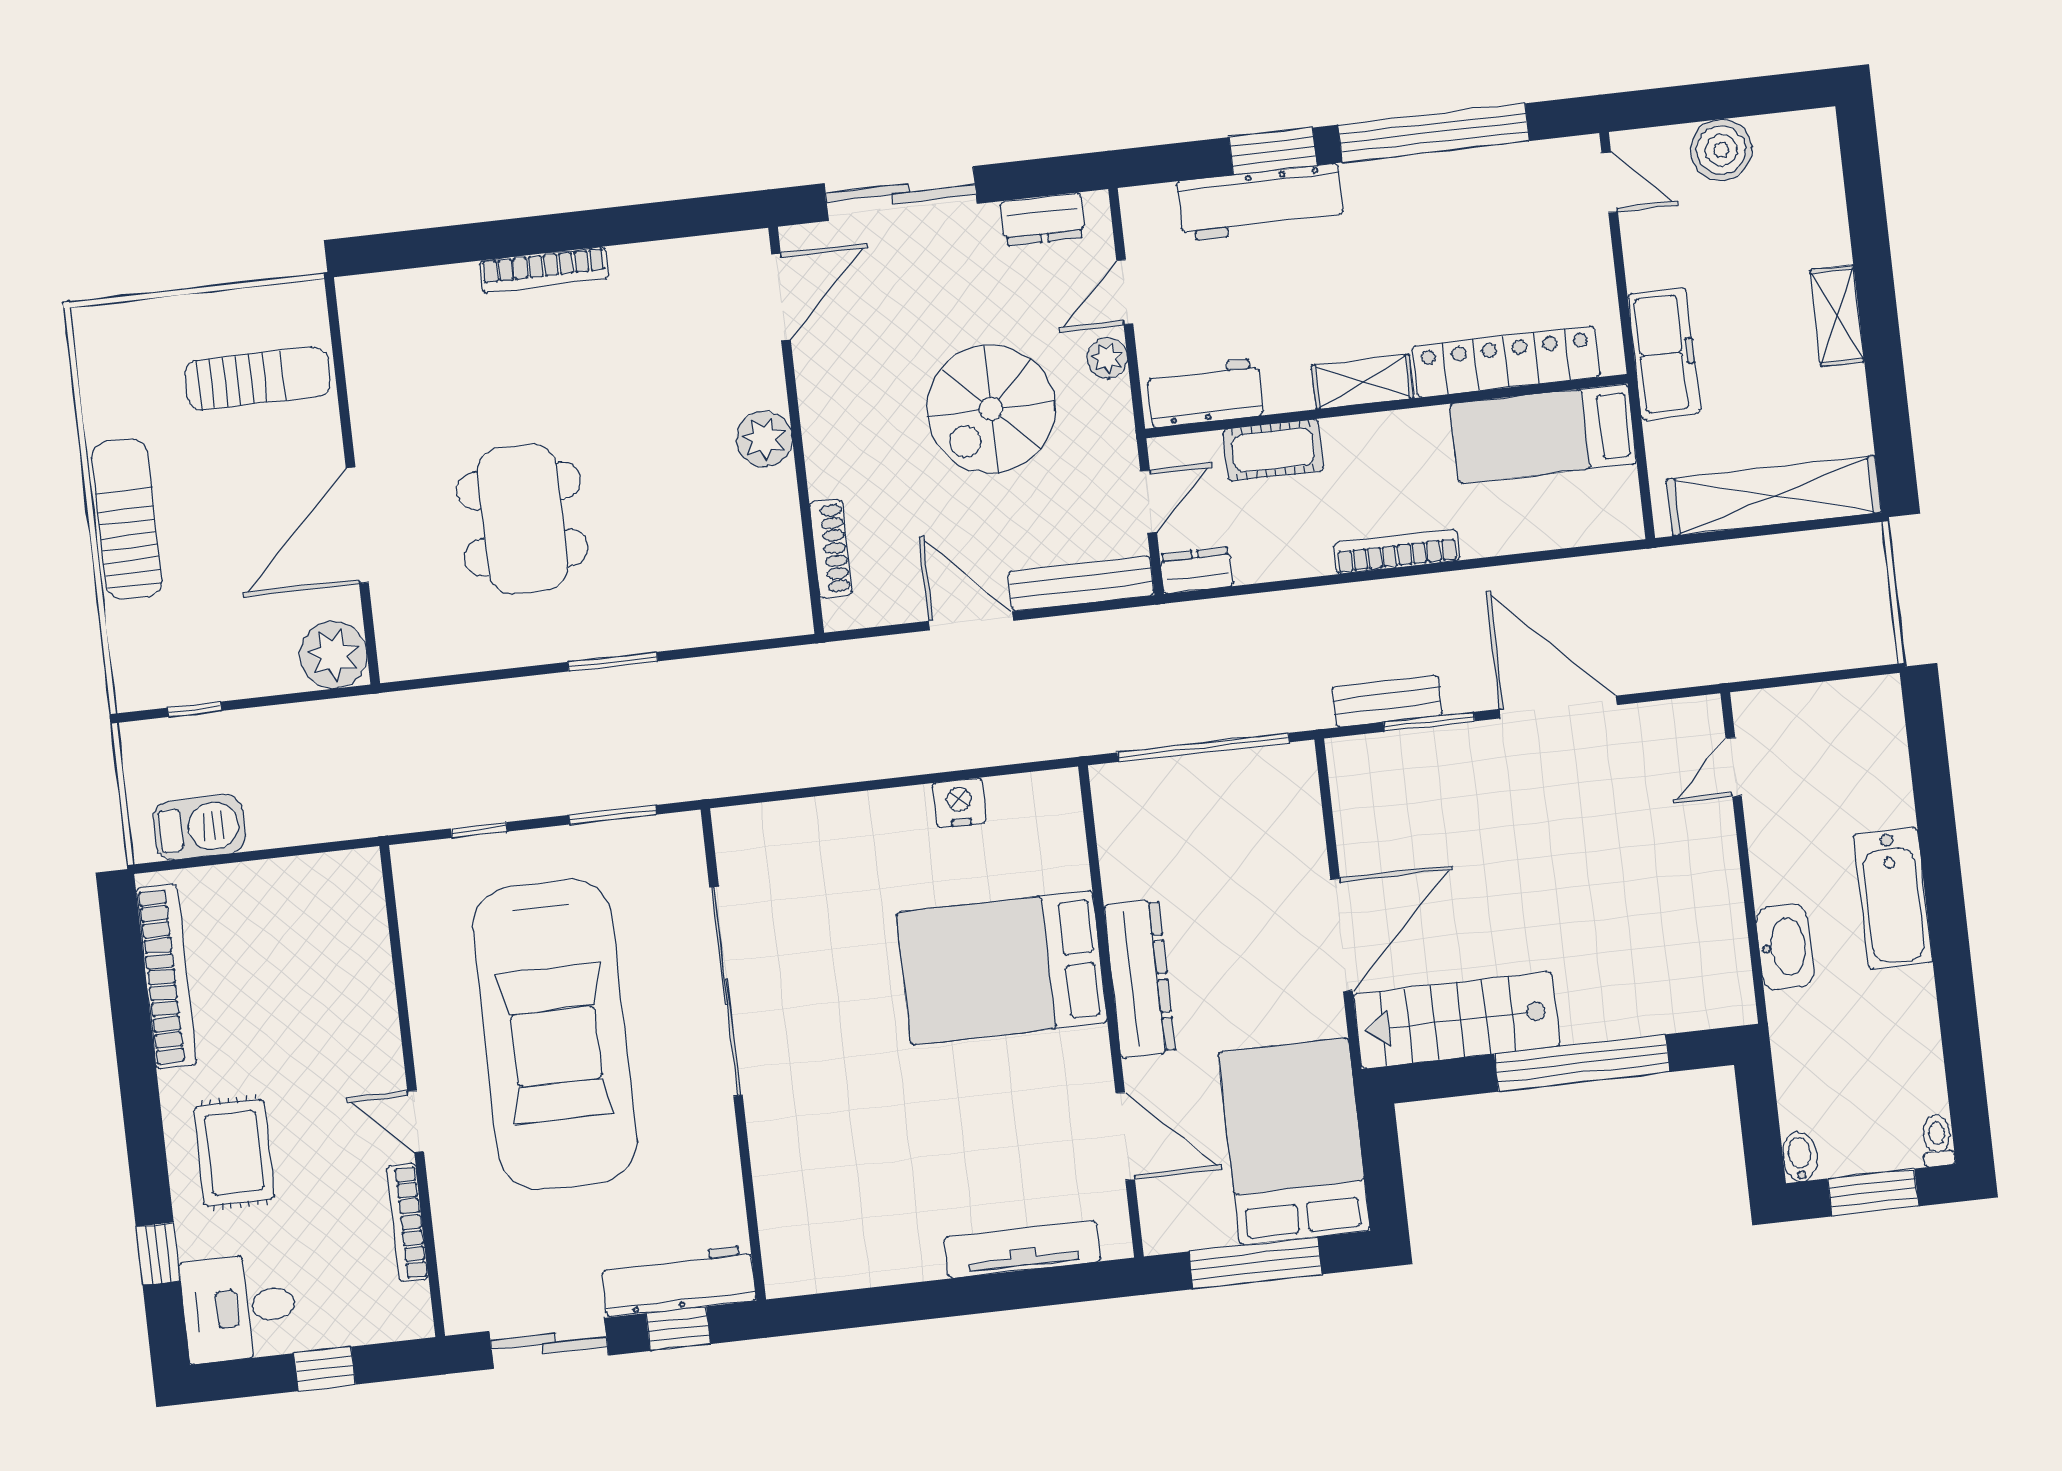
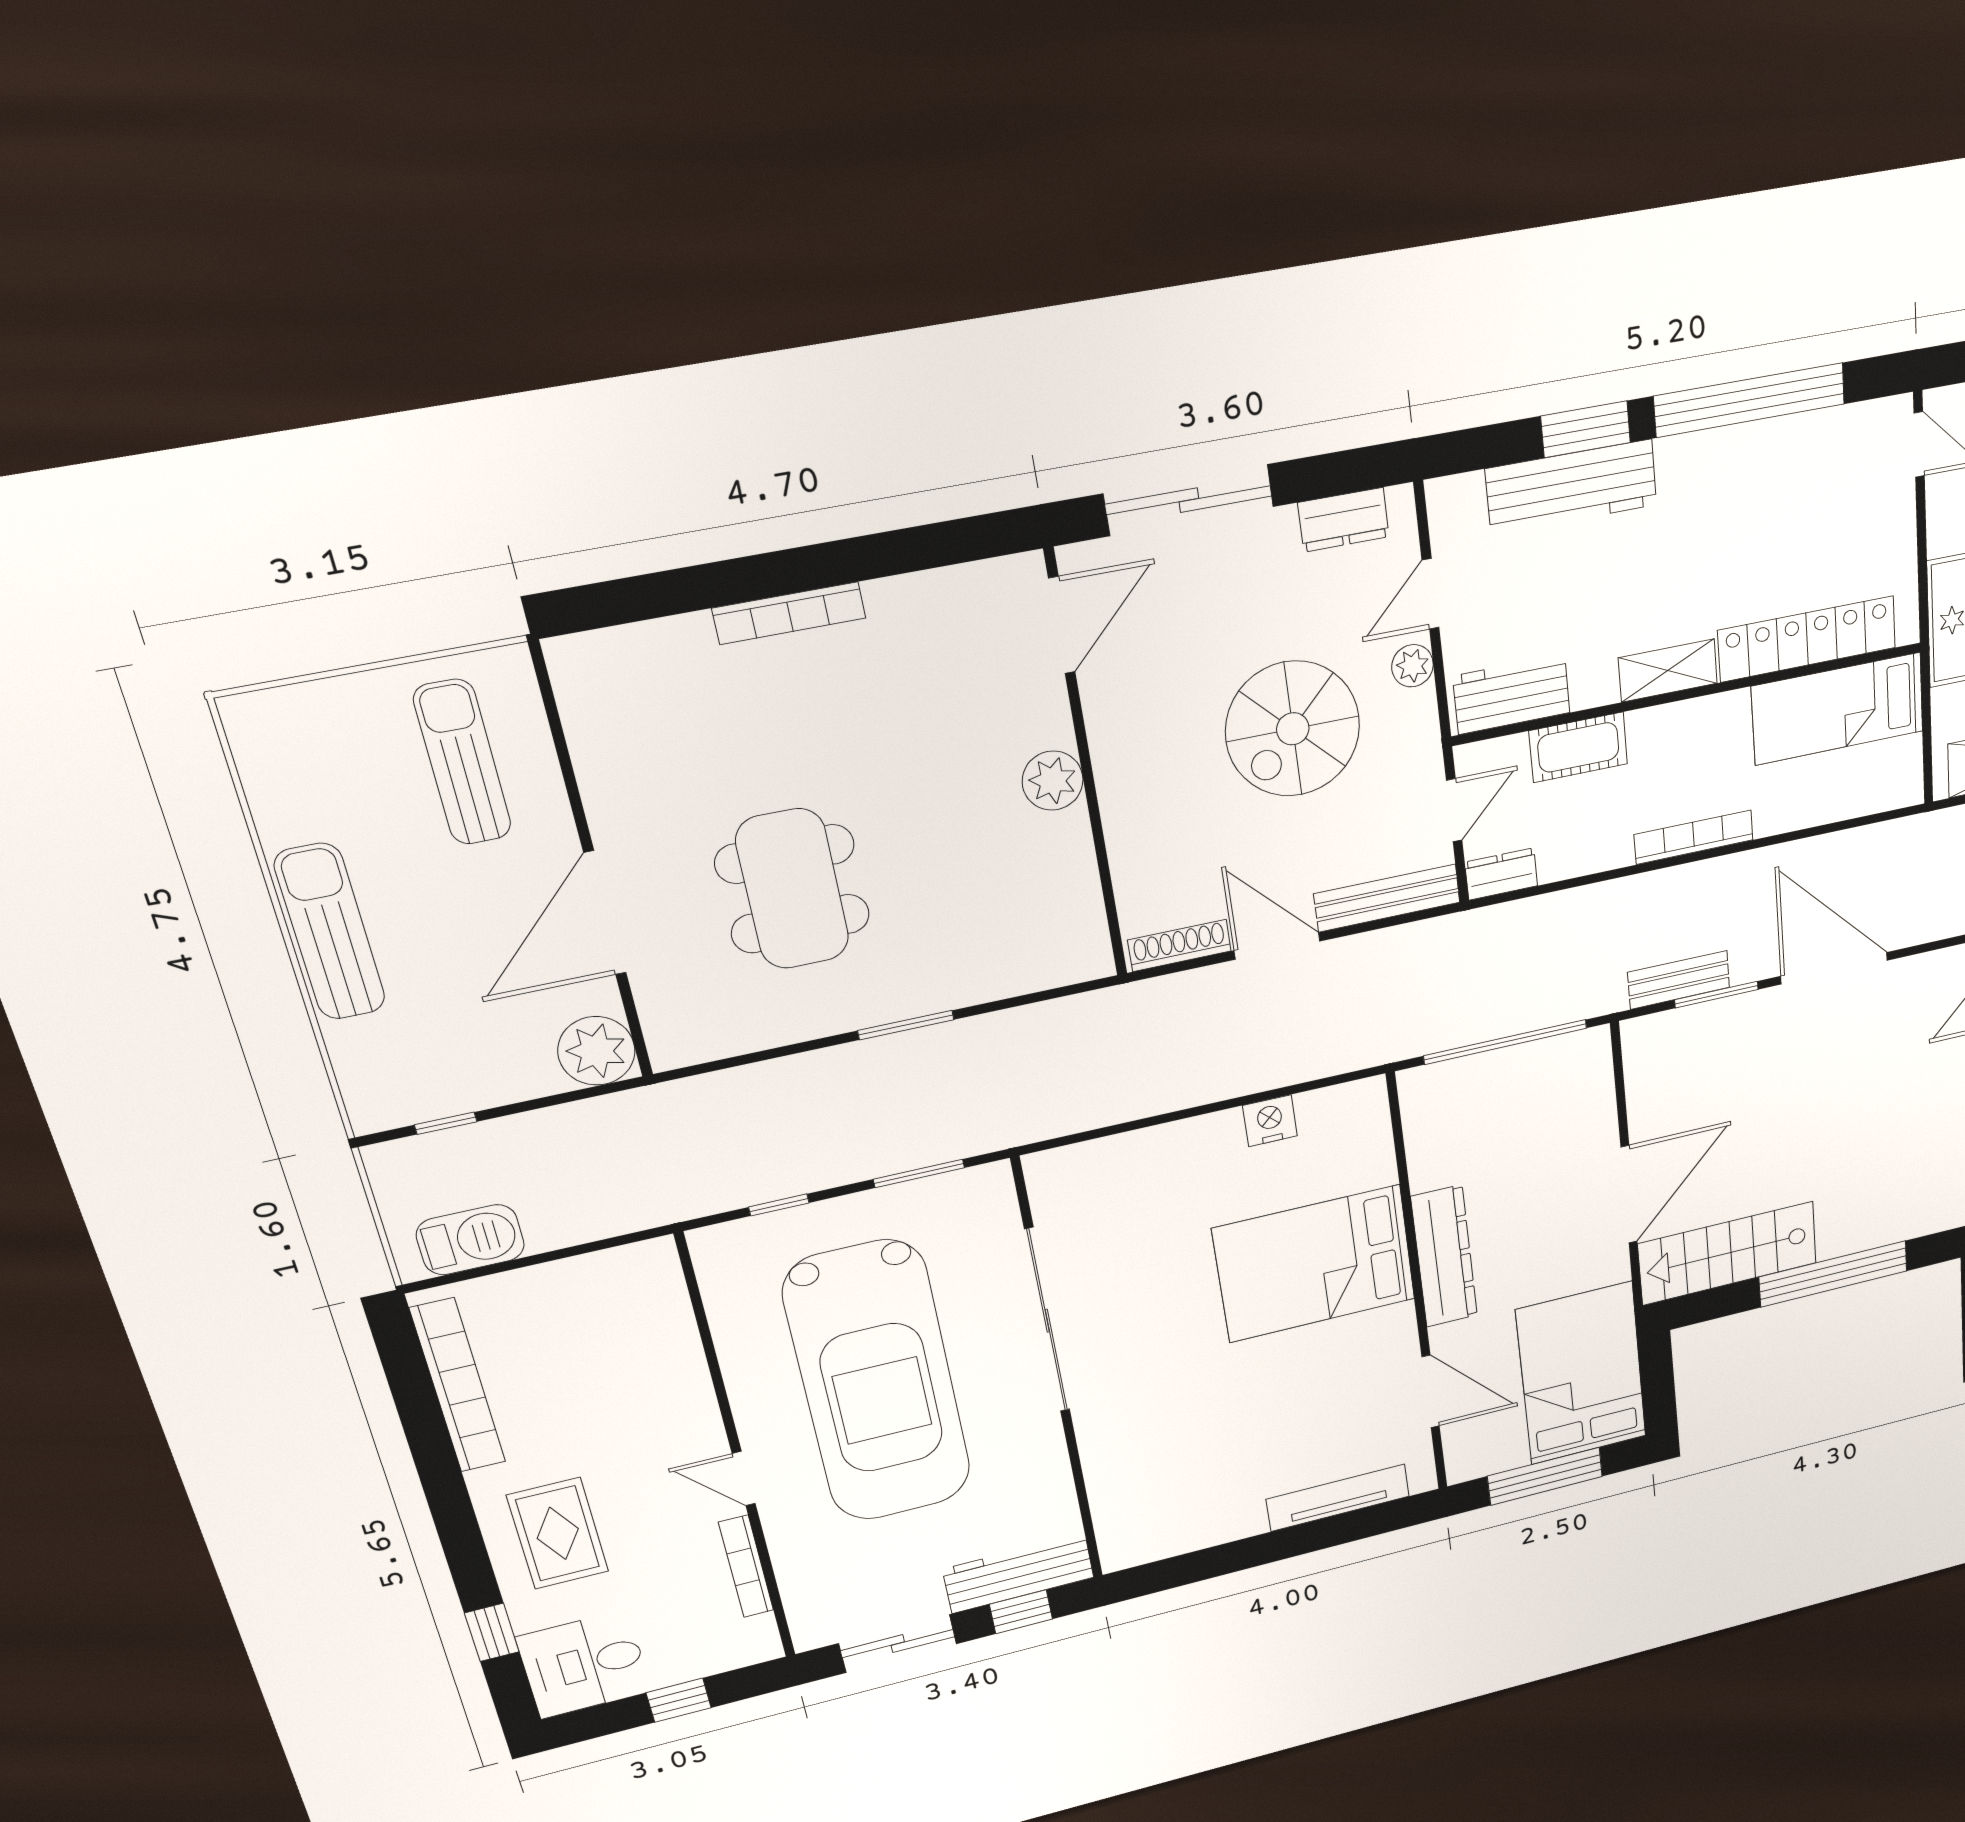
sun lounger: (257, 379) -> (462, 762), turned -90
shoe rack: (831, 549) -> (1179, 946), moved, turned -90

